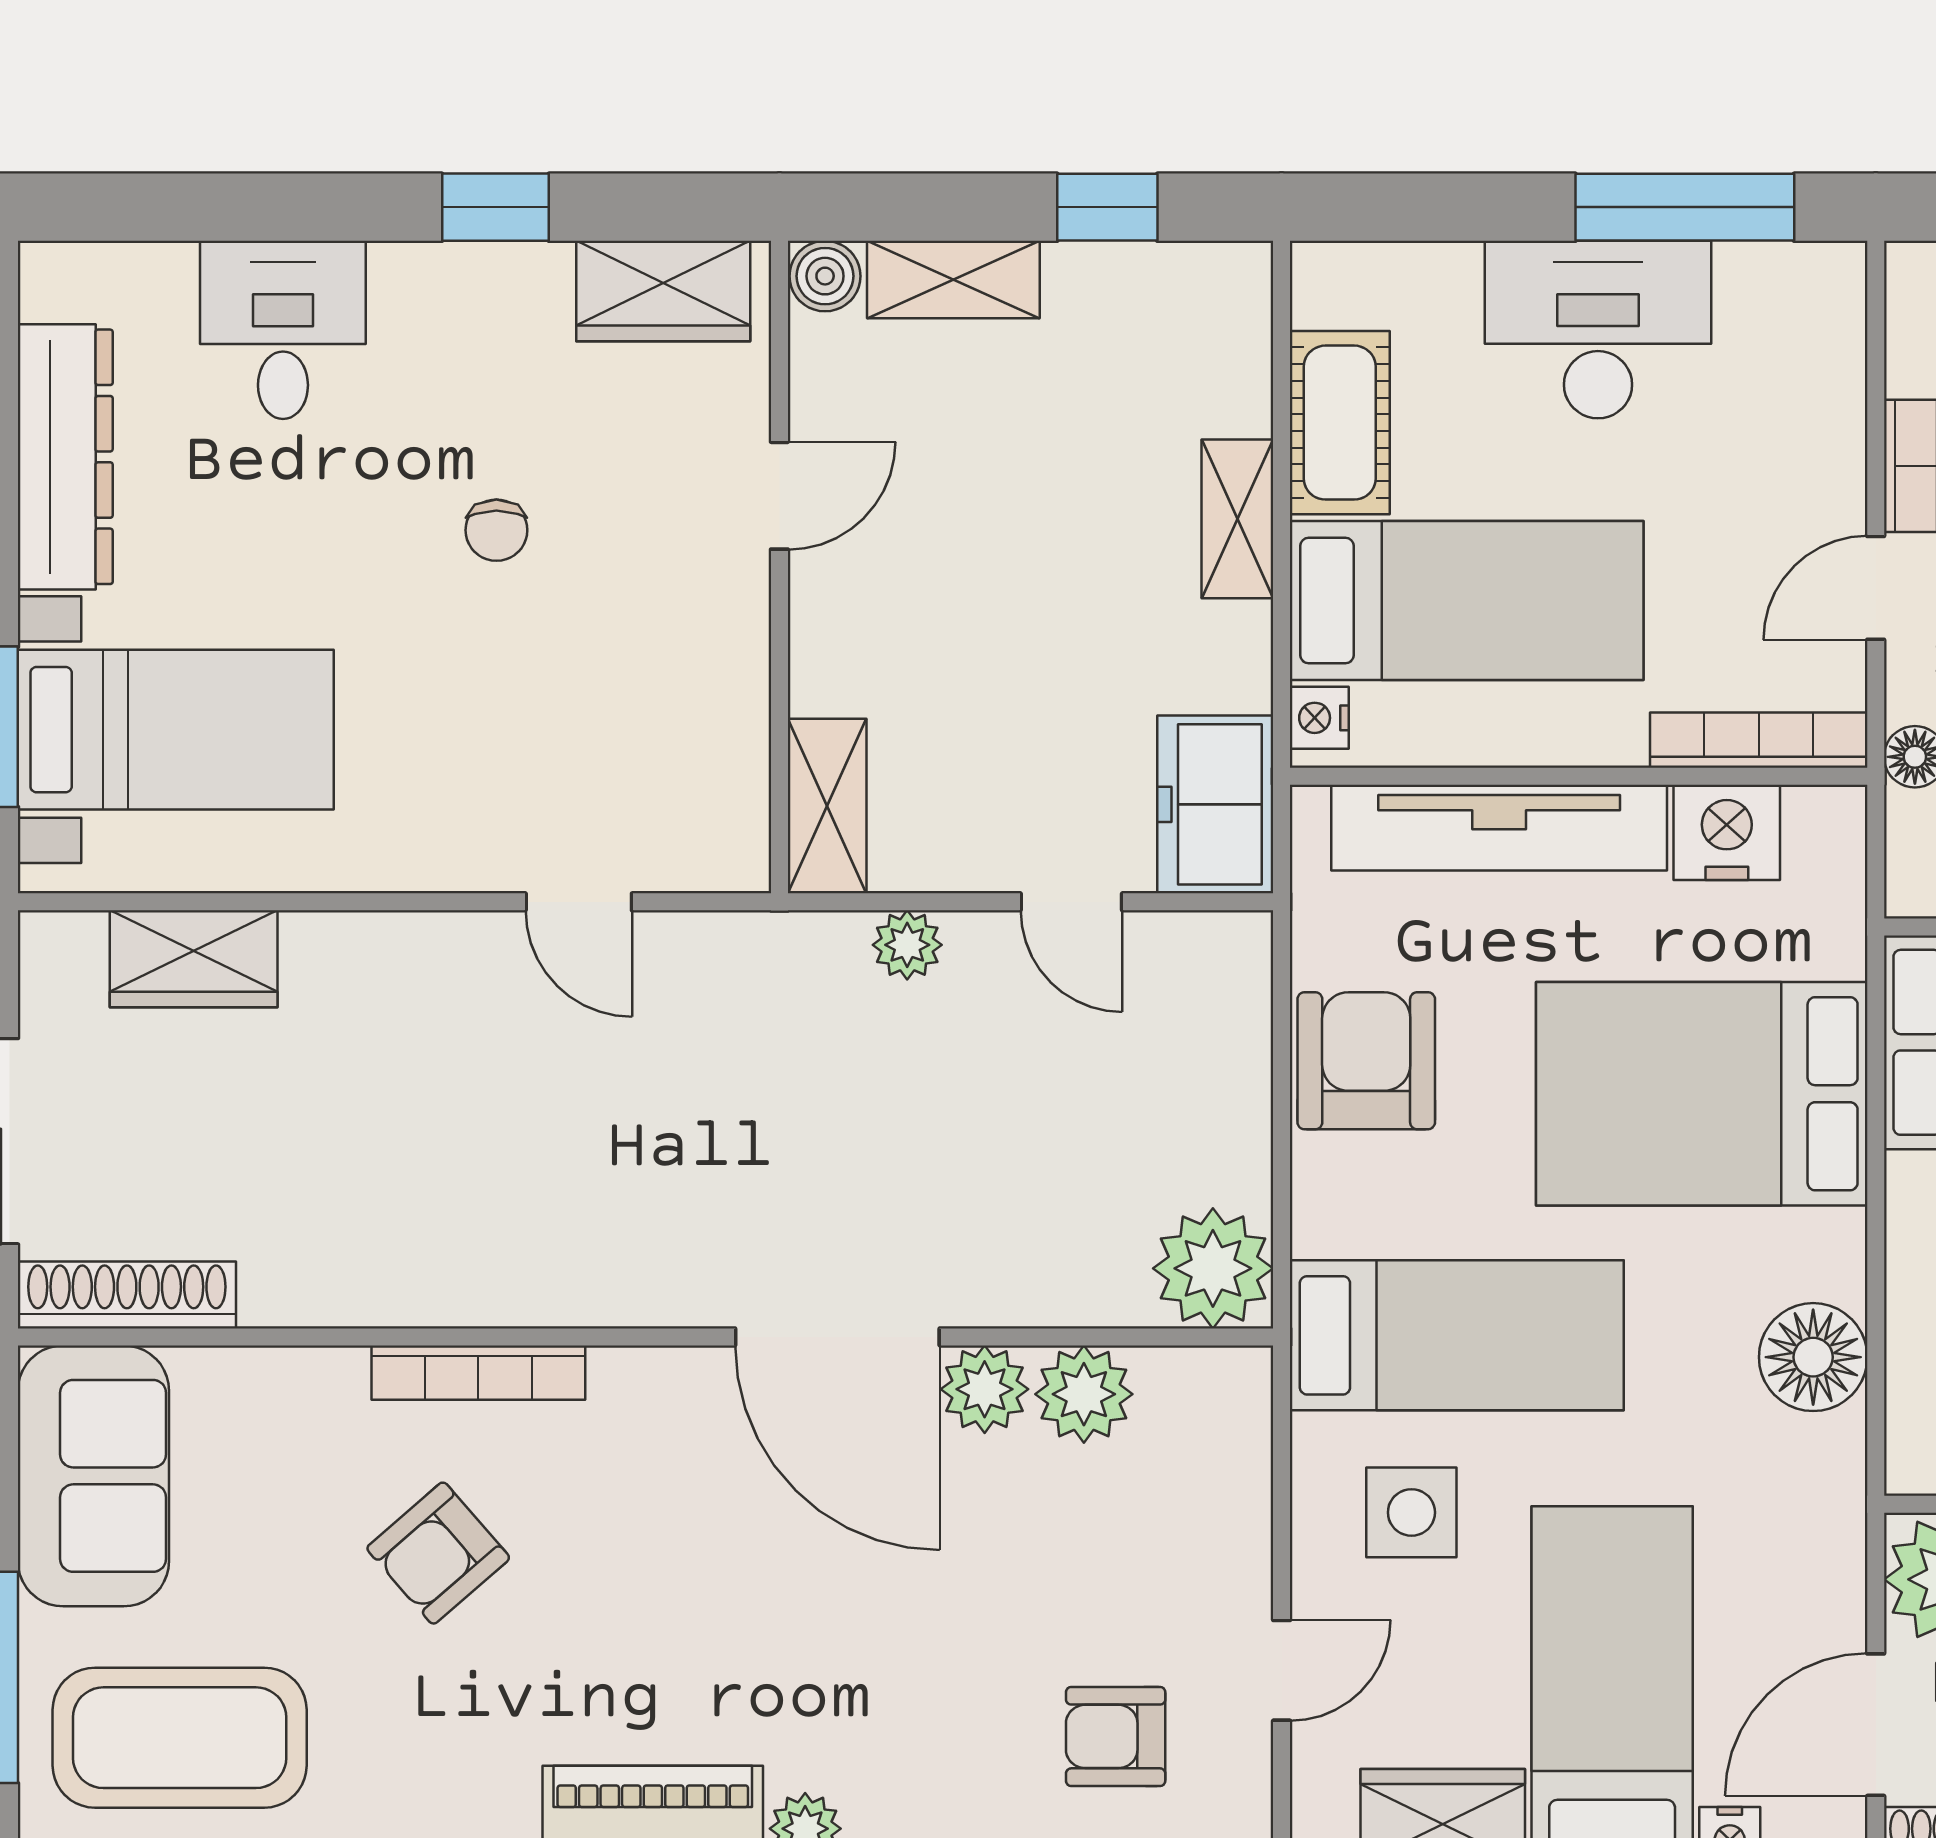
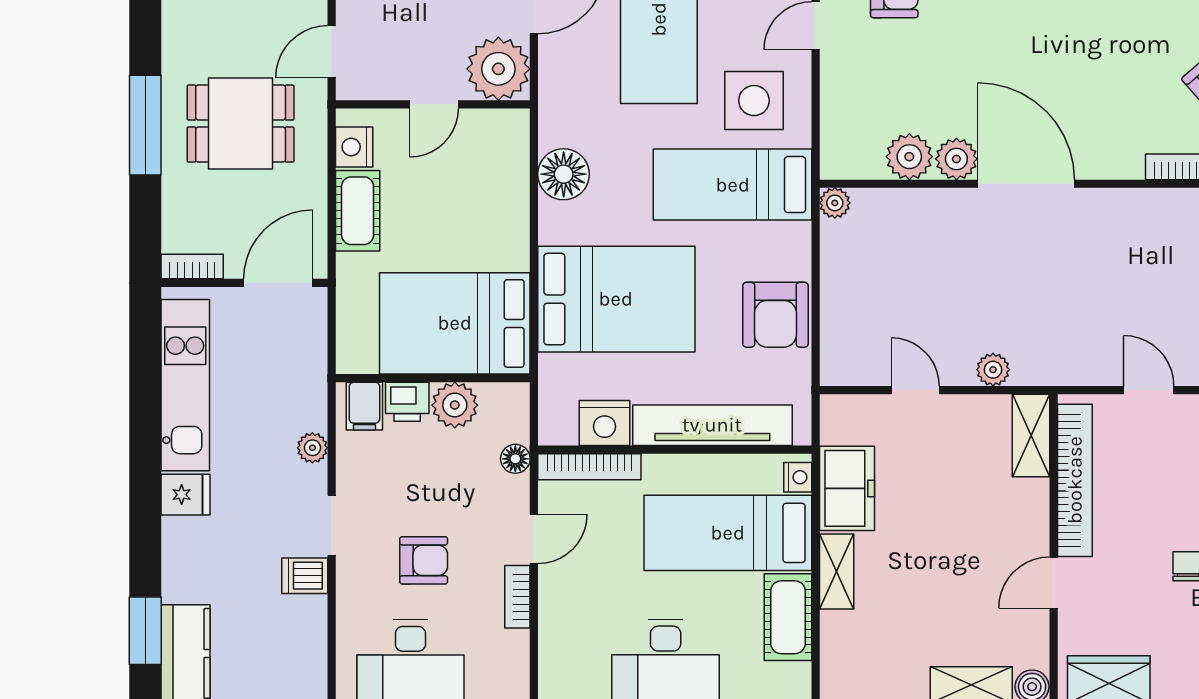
bookcase: (735, 711) -> (1075, 480), added
freezer: (1215, 804) -> (847, 488), moved
plant: (1213, 1268) -> (835, 203), width x0.53, depth x0.53
side table: (1411, 1512) -> (754, 101), width x1.37, depth x1.37

